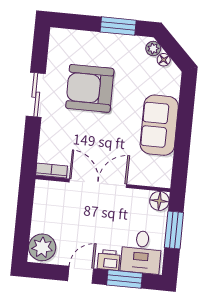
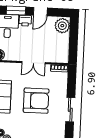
armchair: (90, 88) -> (36, 101), moved
double door: (98, 183) -> (33, 63), width x0.73

